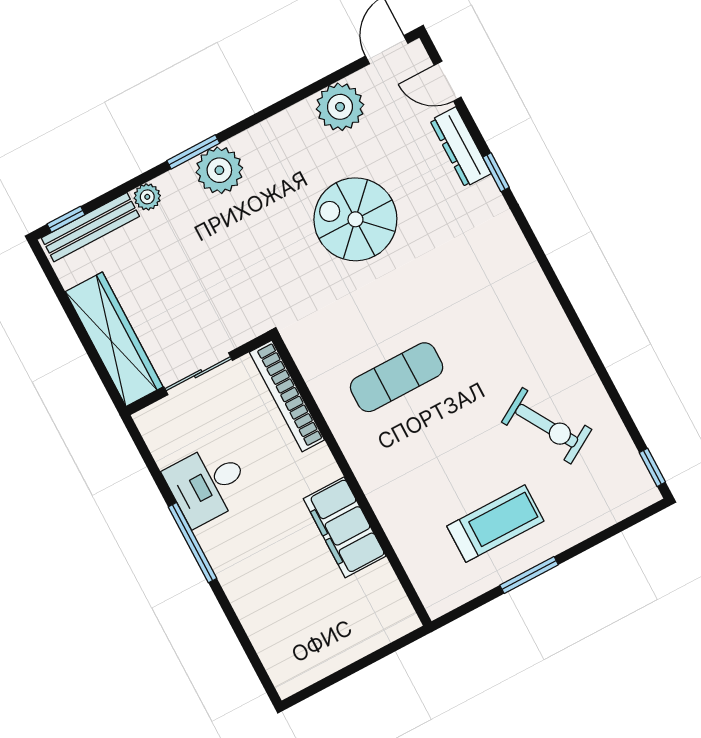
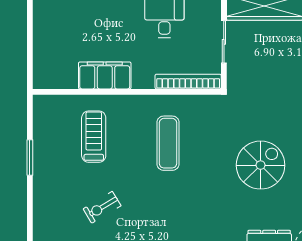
exercise bike: (547, 426) -> (102, 207), width x0.73, depth x0.72
treadmill: (495, 524) -> (94, 137), moved, turned 180

